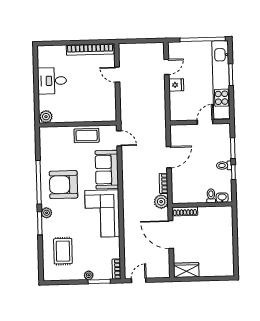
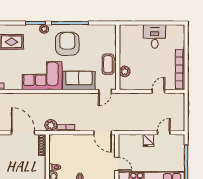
door: (166, 67) -> (164, 133), swing flipped
plant: (46, 117) -> (125, 71), moved
door: (169, 157) -> (103, 133), moved
door: (171, 234) -> (23, 133), hinge flipped

